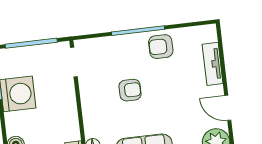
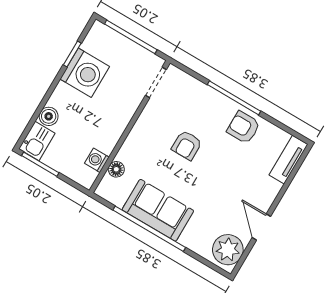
tv unit: (213, 64) -> (288, 160), moved
armchair: (130, 90) -> (187, 145), turned 90

